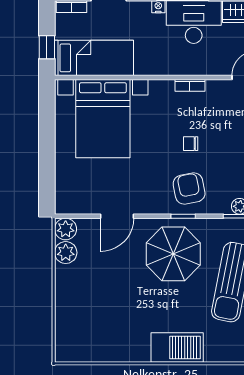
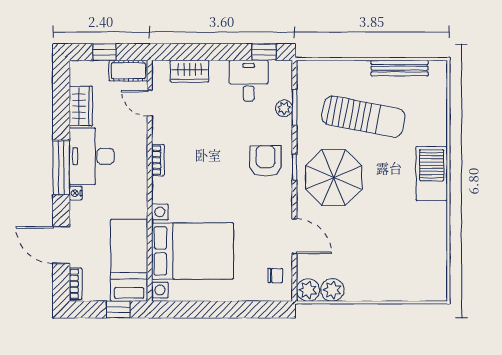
chair: (191, 144) -> (275, 275), moved, turned -90
armchair: (189, 189) -> (266, 161), turned 101

